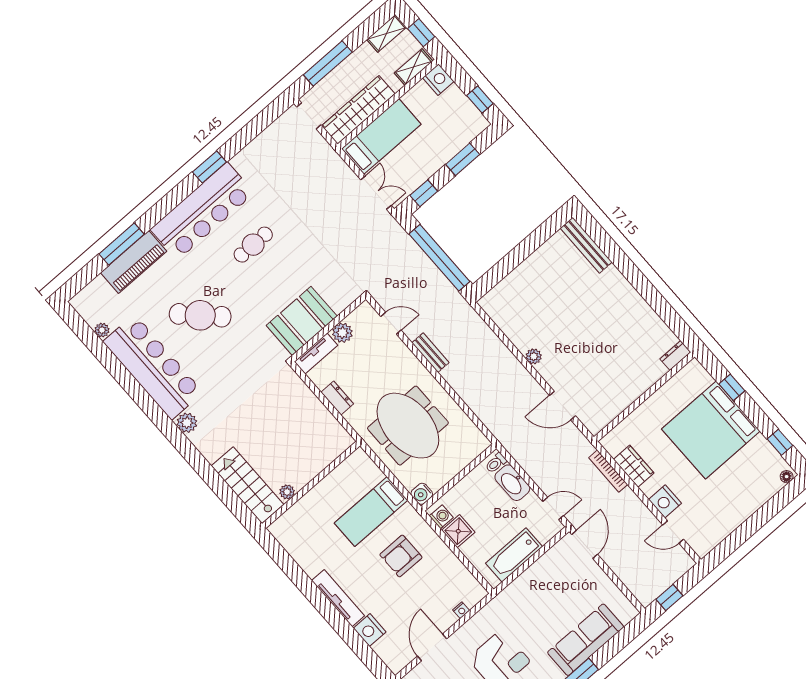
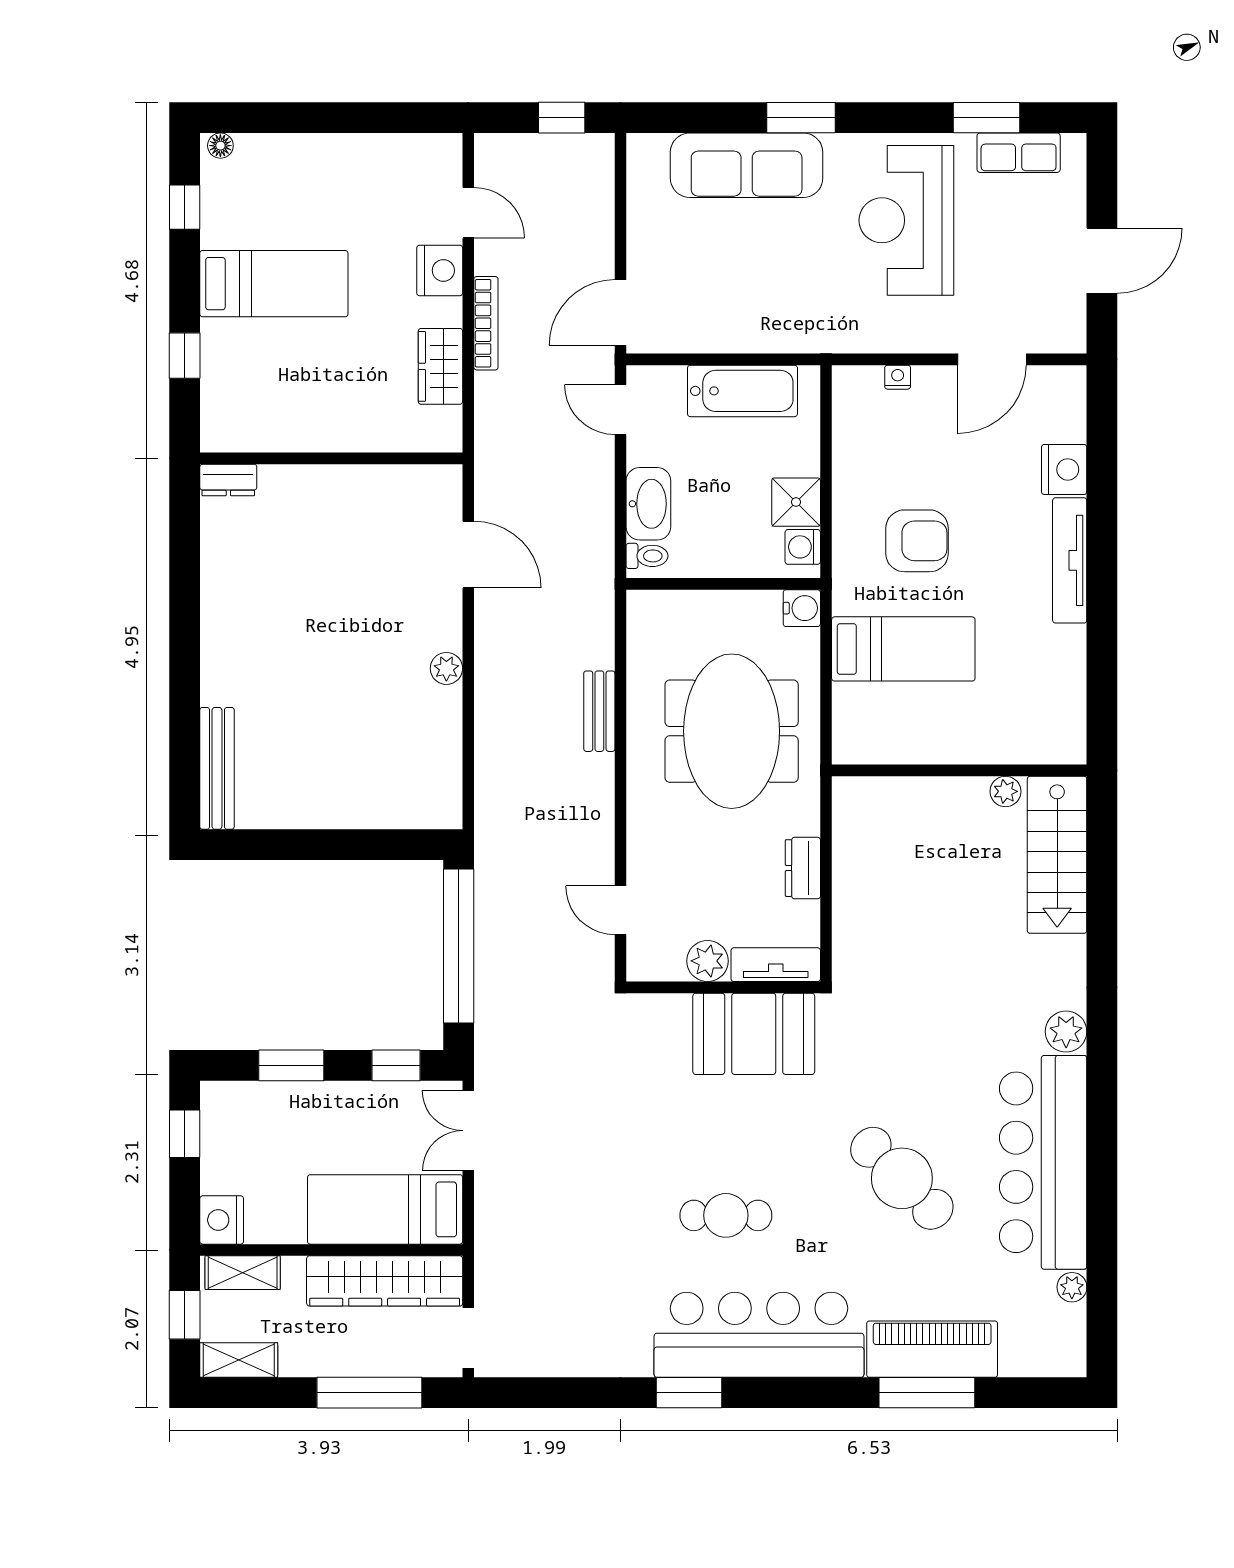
bench: (430, 353) -> (599, 711), moved
bed: (711, 430) -> (274, 284), width x0.49
bookcase: (608, 471) -> (486, 323), moved

